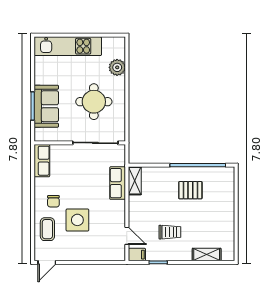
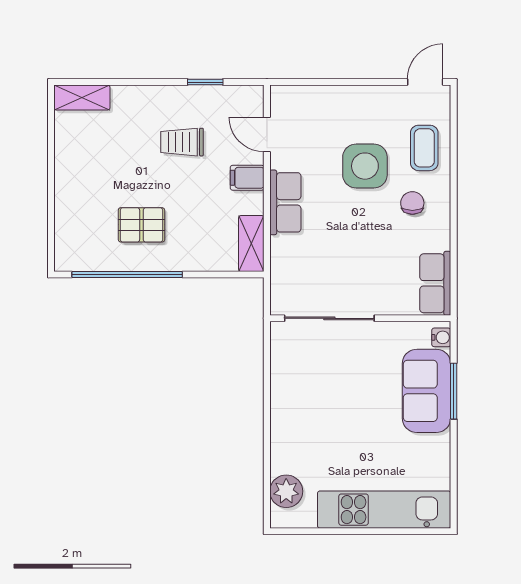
plant: (117, 67) -> (286, 491), moved
round table: (94, 102) -> (332, 400), removed
water cooler: (39, 133) -> (441, 337), added
row of seats: (118, 183) -> (285, 202), moved
filing cabinet: (137, 255) -> (247, 178), moved
shelving: (207, 255) -> (82, 98), moved

